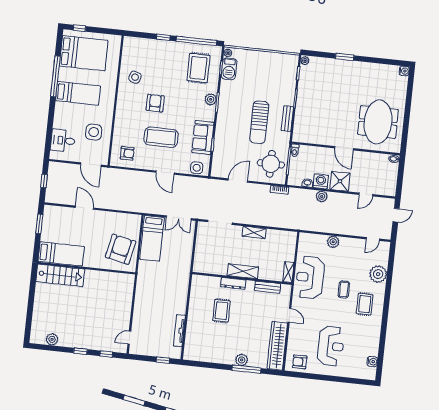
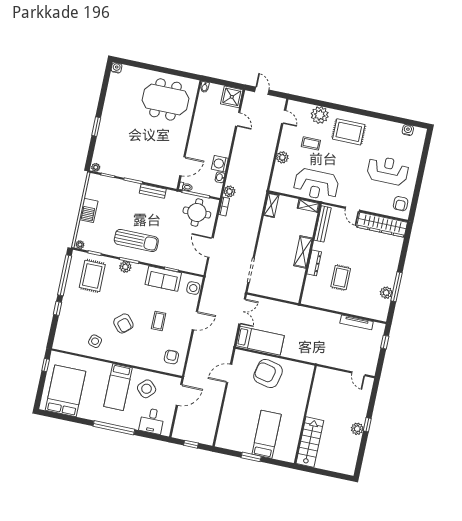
window: (79, 28) -> (46, 365), moved
rug: (198, 68) -> (92, 276), turned 90
barbecue: (229, 69) -> (89, 210), moved, turned 90
window: (55, 76) -> (114, 428), moved
bed: (78, 93) -> (118, 387), moved, turned 180
armchair: (155, 103) -> (123, 323), turned -131
sun lounger: (259, 122) -> (136, 241), moved
side table: (94, 132) -> (147, 389), turned 45
coffee table: (161, 137) -> (159, 321), width x0.54, depth x0.58
door: (344, 148) -> (182, 166), moved
shower: (340, 181) -> (232, 97), moved
plant: (322, 196) -> (229, 191), moved
door: (84, 208) -> (229, 373), moved
window: (39, 224) -> (251, 457), moved
shelving: (254, 232) -> (271, 205), moved
wall: (87, 268) -> (305, 415), moved
stairs: (60, 275) -> (310, 442), moved
bench: (267, 287) -> (323, 224), width x1.36
coffee table: (344, 289) -> (311, 143), moved
rug: (365, 304) -> (349, 132), width x1.36, depth x1.43
rug: (221, 311) -> (341, 278), turned 90
door: (289, 315) -> (352, 209), swing flipped
plant: (52, 339) -> (357, 429), moved
window: (106, 354) -> (373, 399), removed
plant: (242, 360) -> (386, 293), moved
window: (246, 369) -> (397, 287), moved

